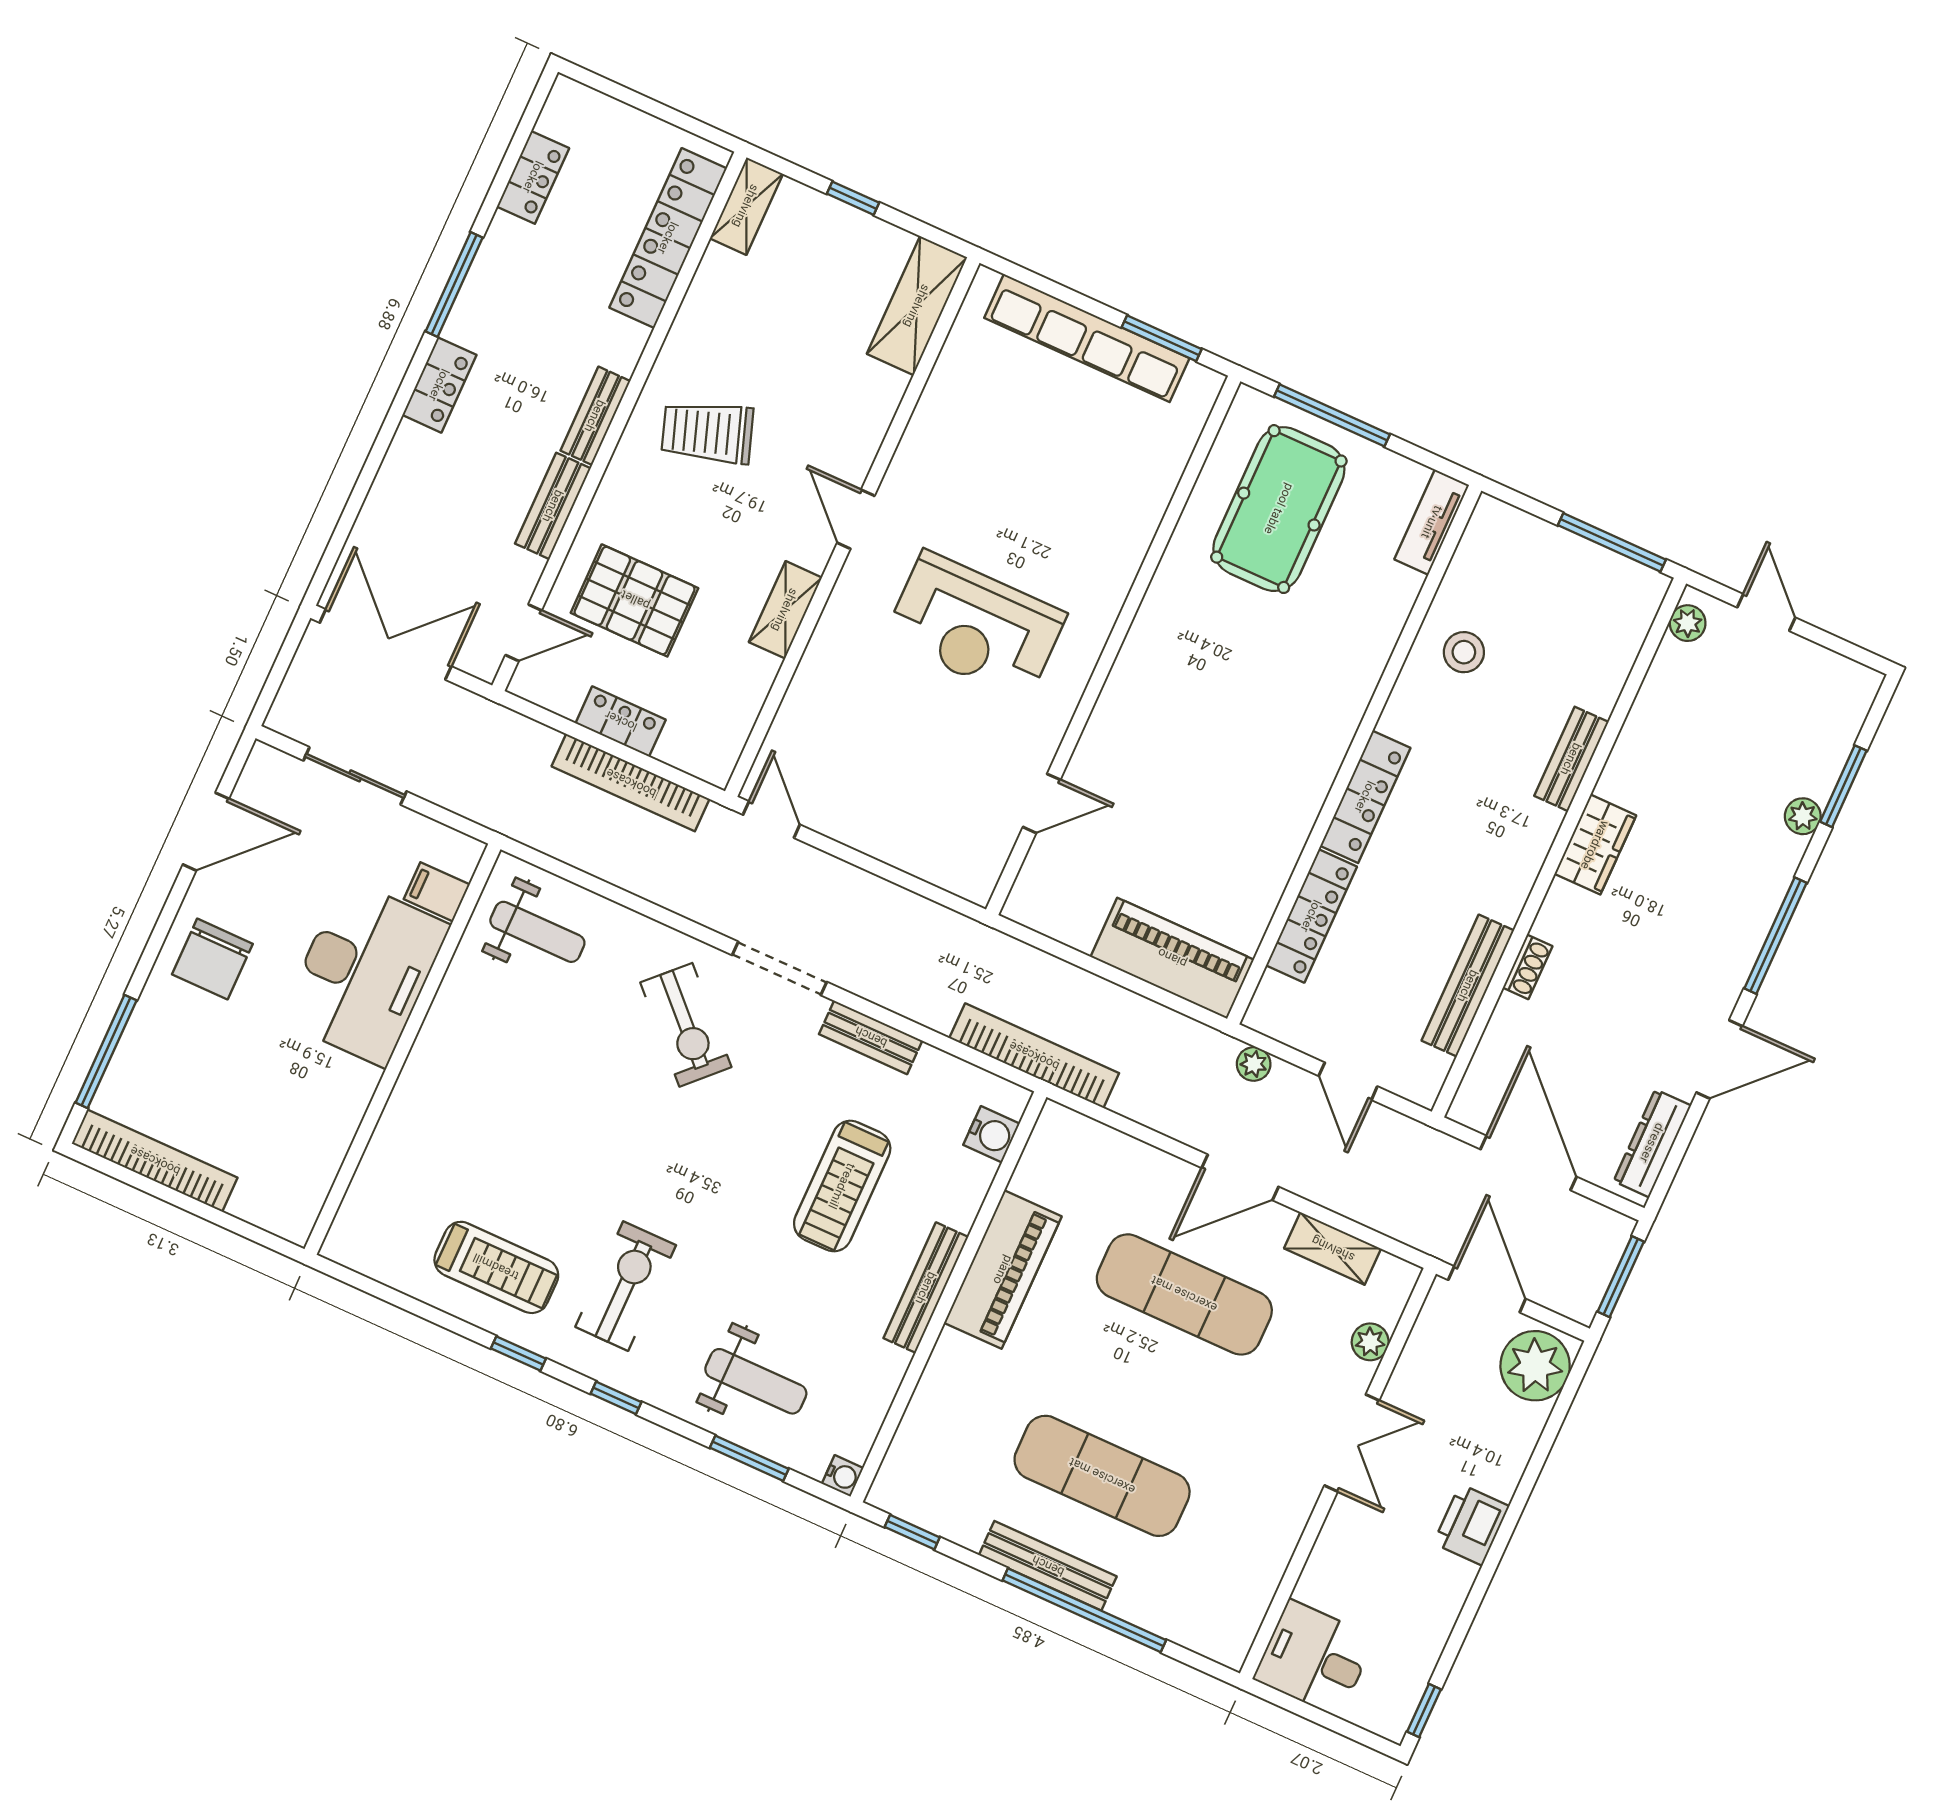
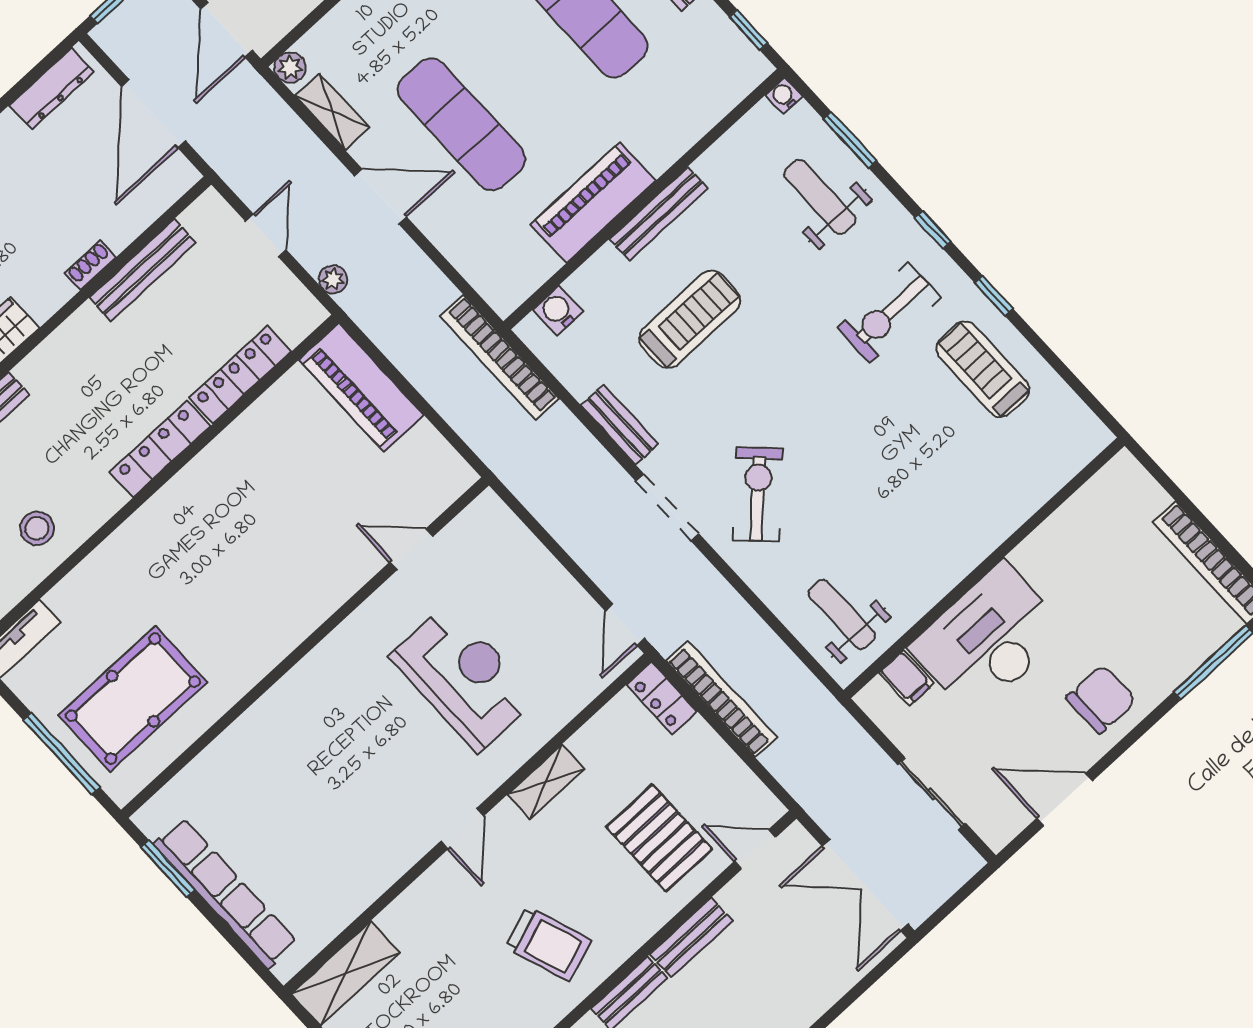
reception desk: (975, 626) -> (463, 677), moved
locker: (621, 721) -> (662, 698), moved
plant: (1370, 1342) -> (290, 68), moved

